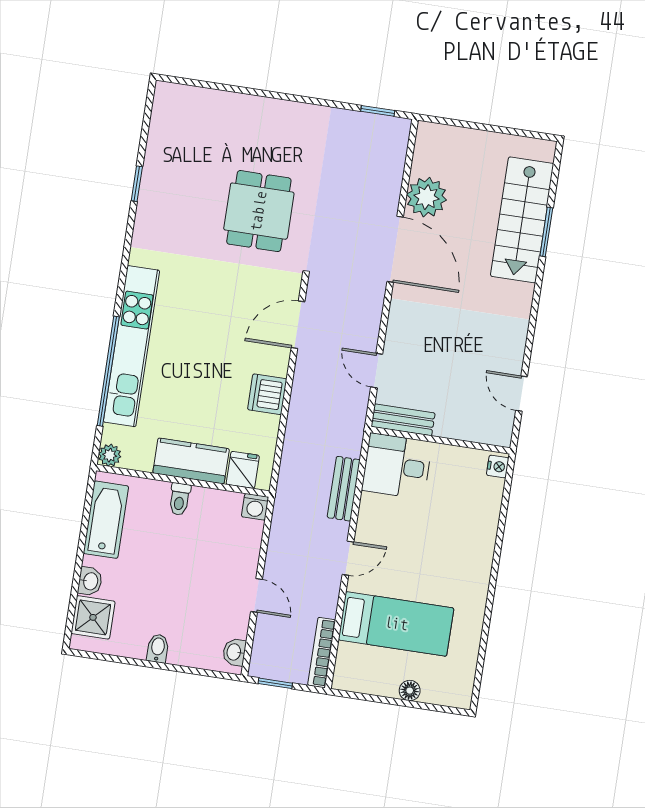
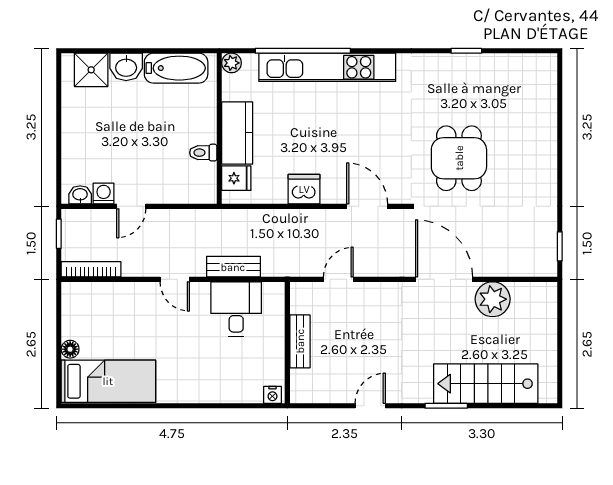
dining table: (259, 211) -> (459, 158), turned 90
window: (546, 232) -> (446, 406), moved
door: (395, 249) -> (444, 279), swing flipped
door: (522, 394) -> (370, 406), moved
bench: (403, 420) -> (300, 341), moved
desk: (397, 466) -> (236, 309), moved
toilet: (180, 499) -> (203, 153), moved
washing machine: (255, 507) -> (104, 194), moved, turned 90
washbasin: (90, 581) -> (126, 67), width x1.38, depth x1.45
bed: (396, 624) -> (108, 381), moved, turned -90
bidet: (158, 648) -> (73, 129), removed

